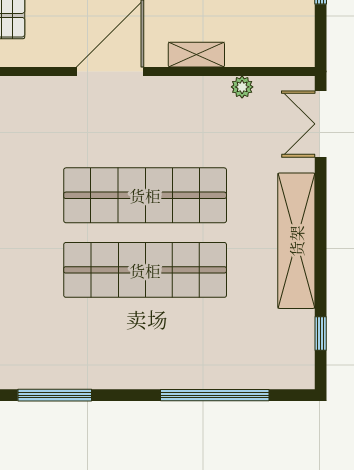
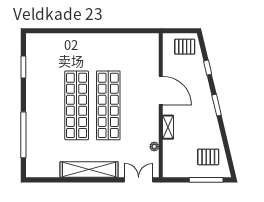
window: (321, 333) -> (50, 180), removed
window: (55, 395) -> (23, 67), width x0.69

